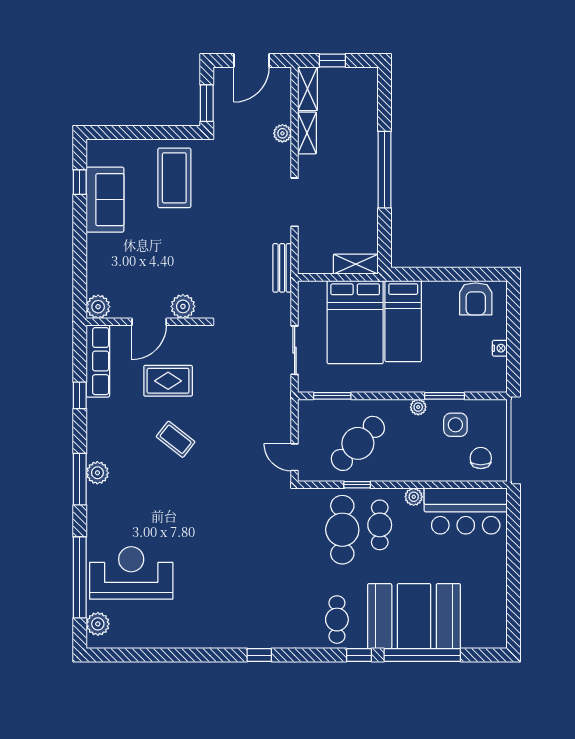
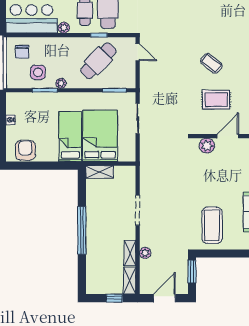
bench: (282, 268) -> (145, 170), removed

